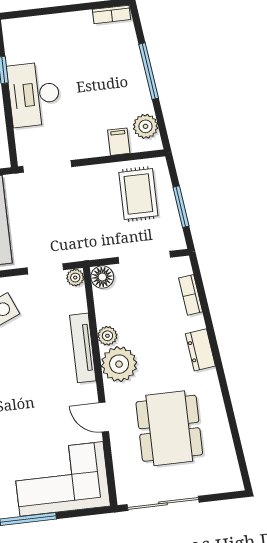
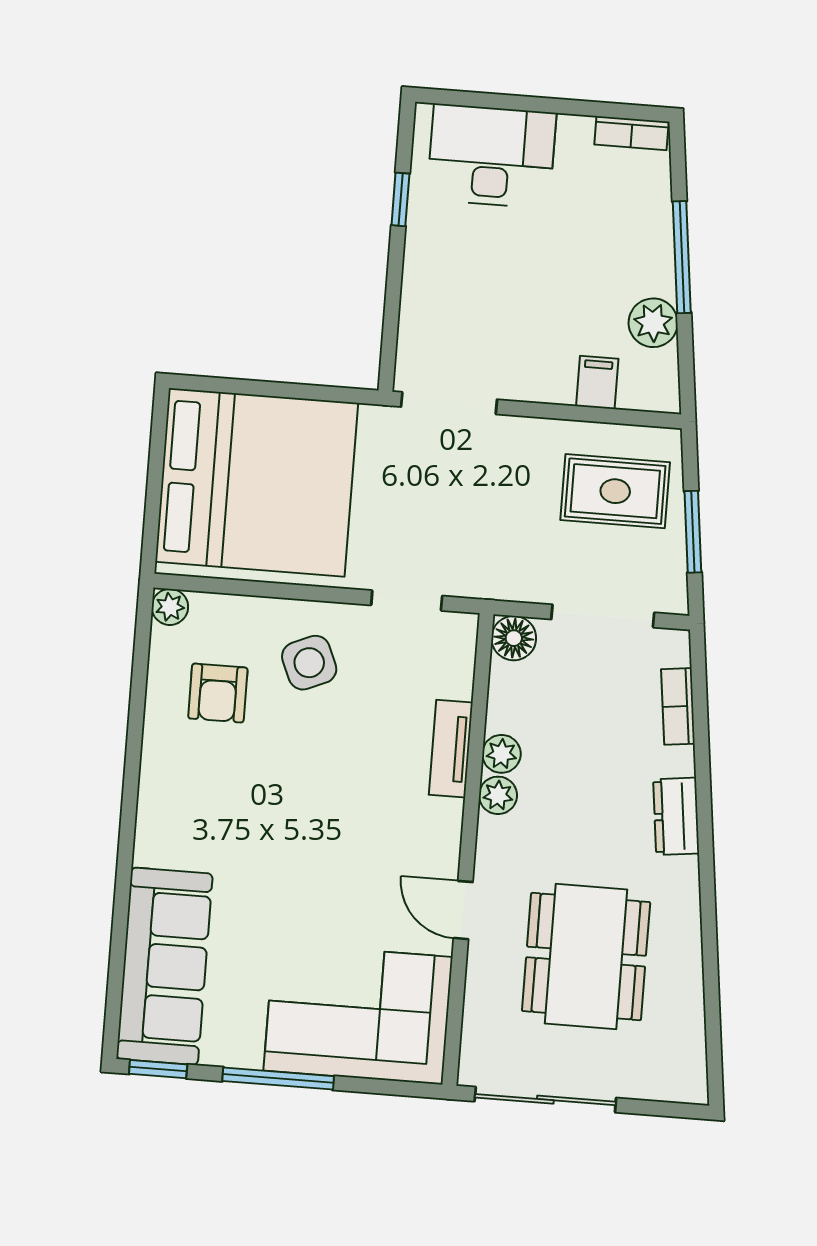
desk: (34, 94) -> (492, 156), moved, turned 90
plant: (146, 126) -> (653, 323), moved
rug: (138, 194) -> (615, 491), turned 90
plant: (75, 278) -> (461, 629), removed
tv unit: (83, 348) -> (451, 749), width x0.71
plant: (119, 364) -> (498, 795), width x0.53, depth x0.53

